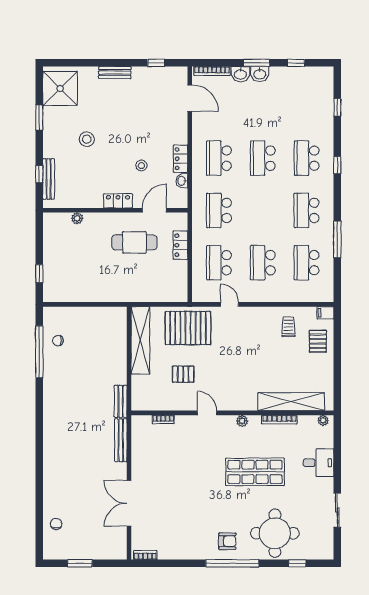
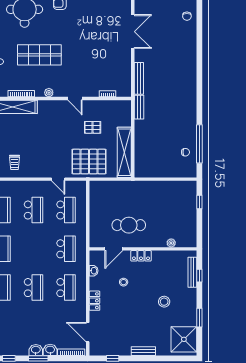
locker: (181, 159) -> (95, 301), moved
locker: (180, 245) -> (95, 223), removed

